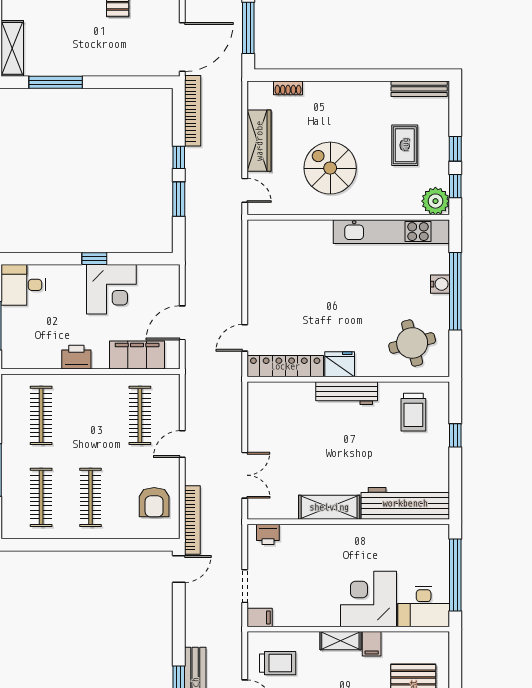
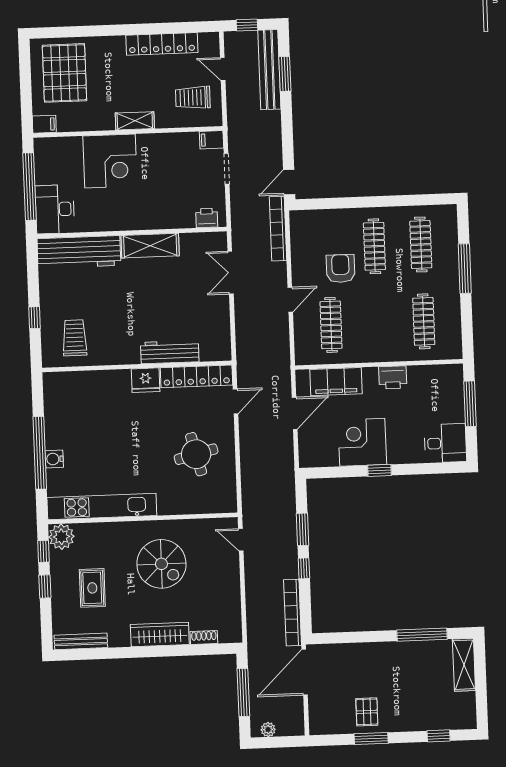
wardrobe: (259, 141) -> (160, 635), moved, turned 90
round table: (412, 343) -> (196, 454), moved
workbench: (347, 393) -> (170, 352), moved
armchair: (154, 502) -> (340, 269), moved
desk: (424, 607) -> (55, 209), moved, turned -90
filing cabinet: (372, 644) -> (44, 124), moved, turned 90

